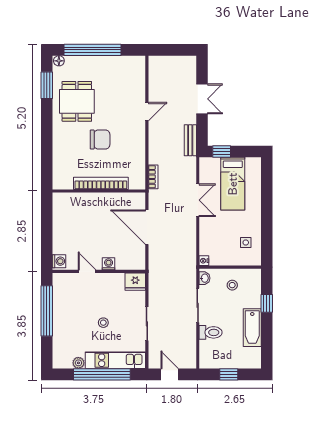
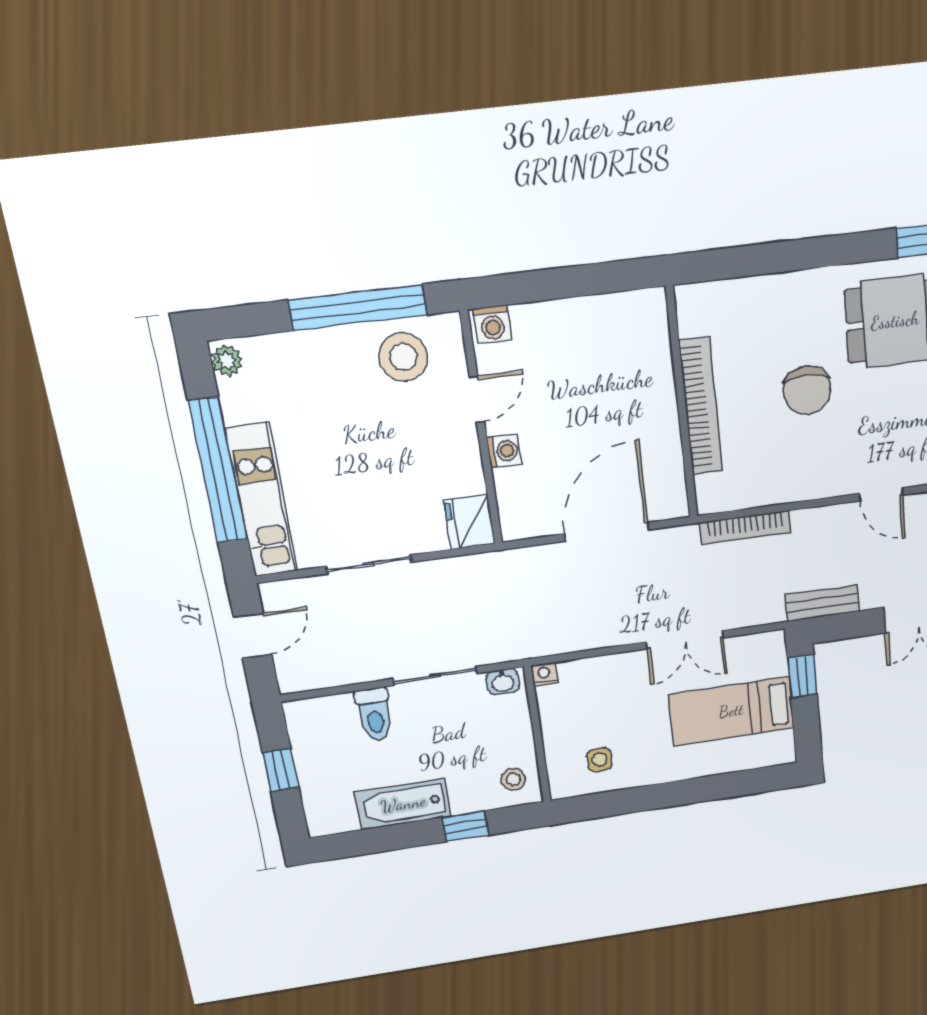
bookcase: (153, 177) -> (745, 528), width x1.56
stool: (232, 285) -> (513, 779), moved
stool: (103, 323) -> (403, 357), moved, width x1.89, depth x1.89
plant: (78, 363) -> (227, 361), moved

